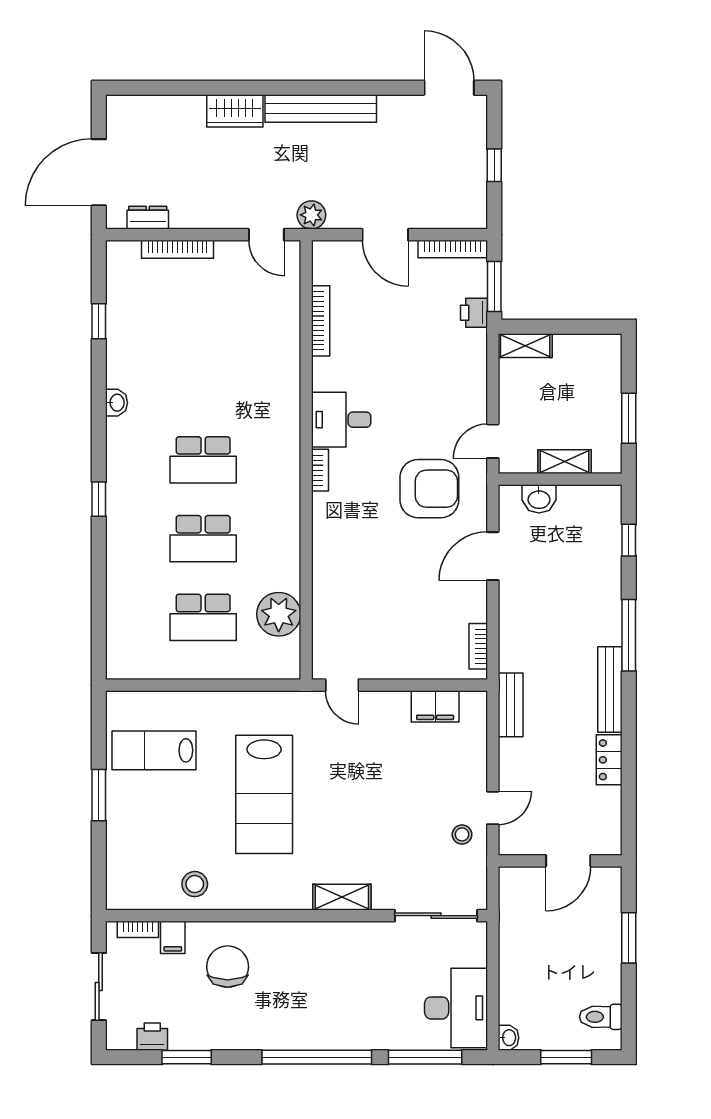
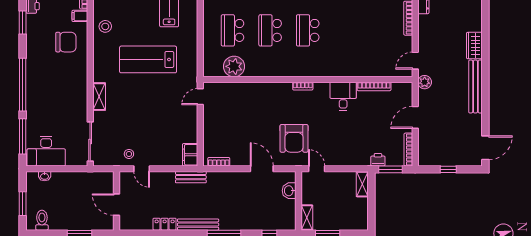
desk: (341, 420) -> (343, 96), moved
shelving: (565, 462) -> (307, 218), moved
filing cabinet: (435, 706) -> (190, 155), moved
washbasin: (508, 1038) -> (45, 176), moved

